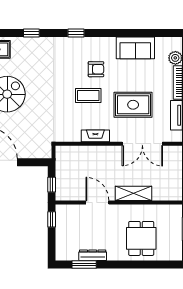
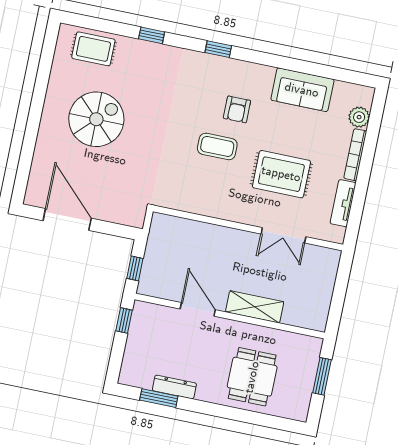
armchair: (96, 69) -> (237, 109), turned 90
fireplace: (95, 136) -> (215, 209), removed
double door: (142, 144) -> (283, 235), width x0.73

